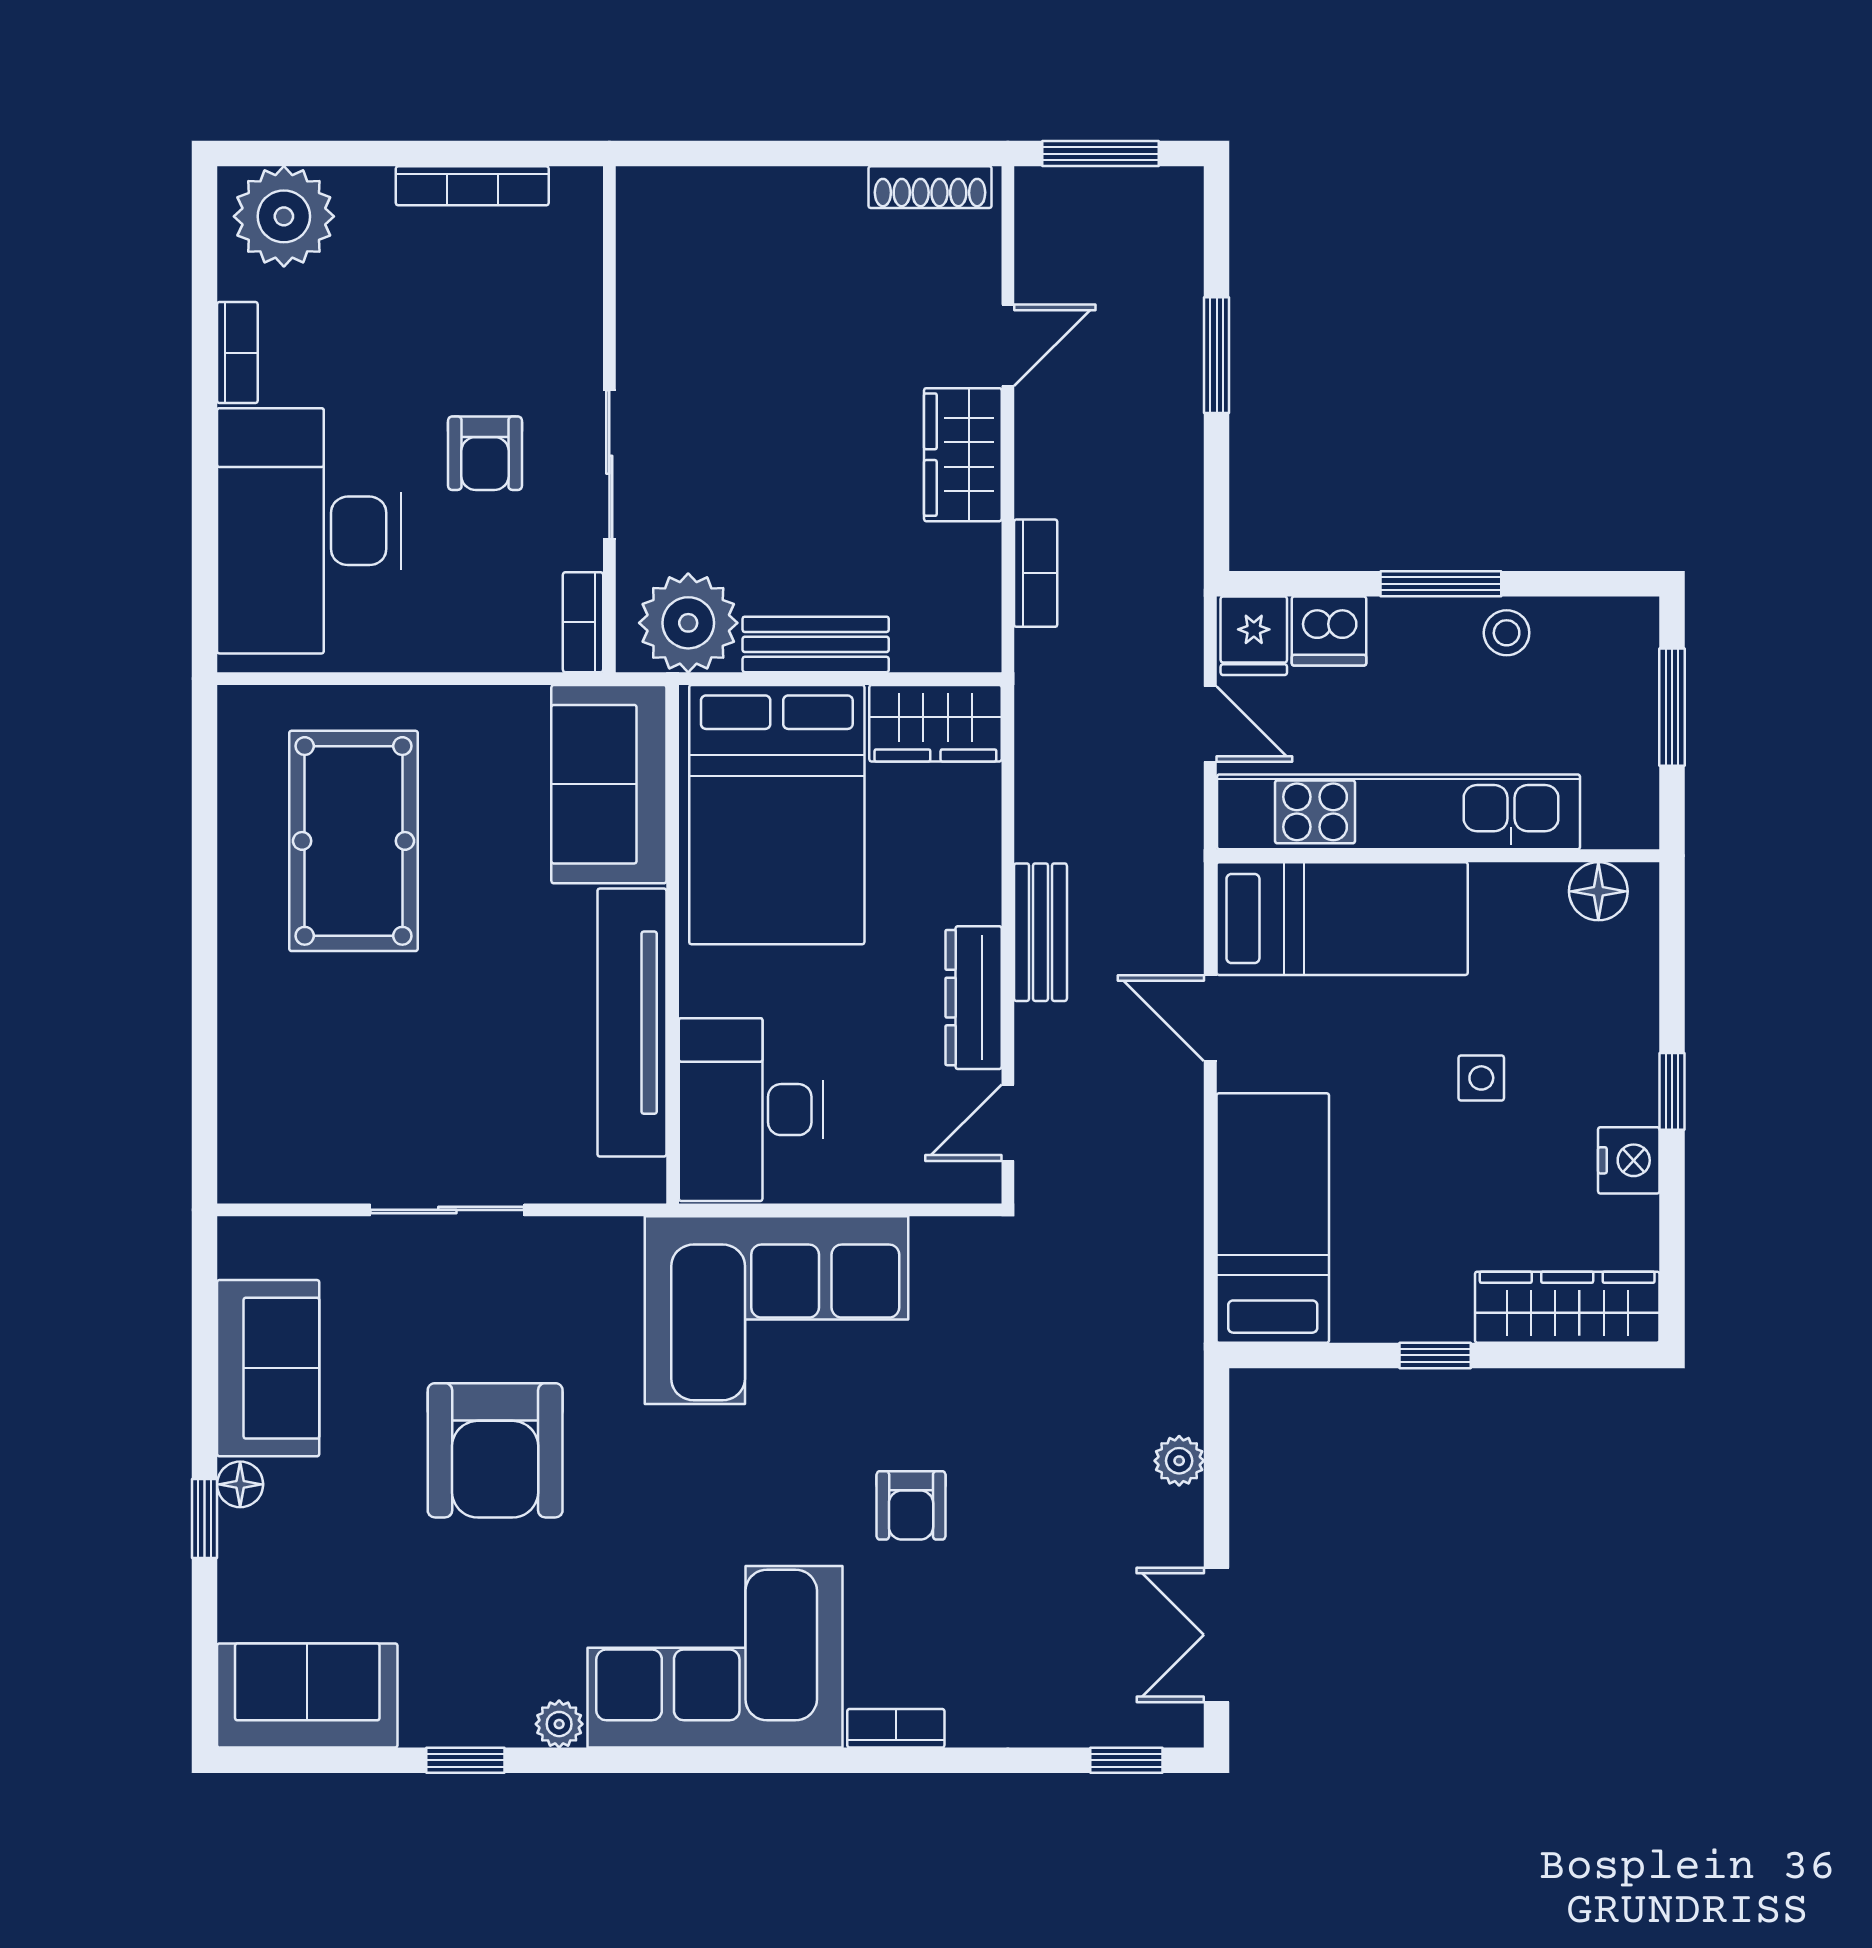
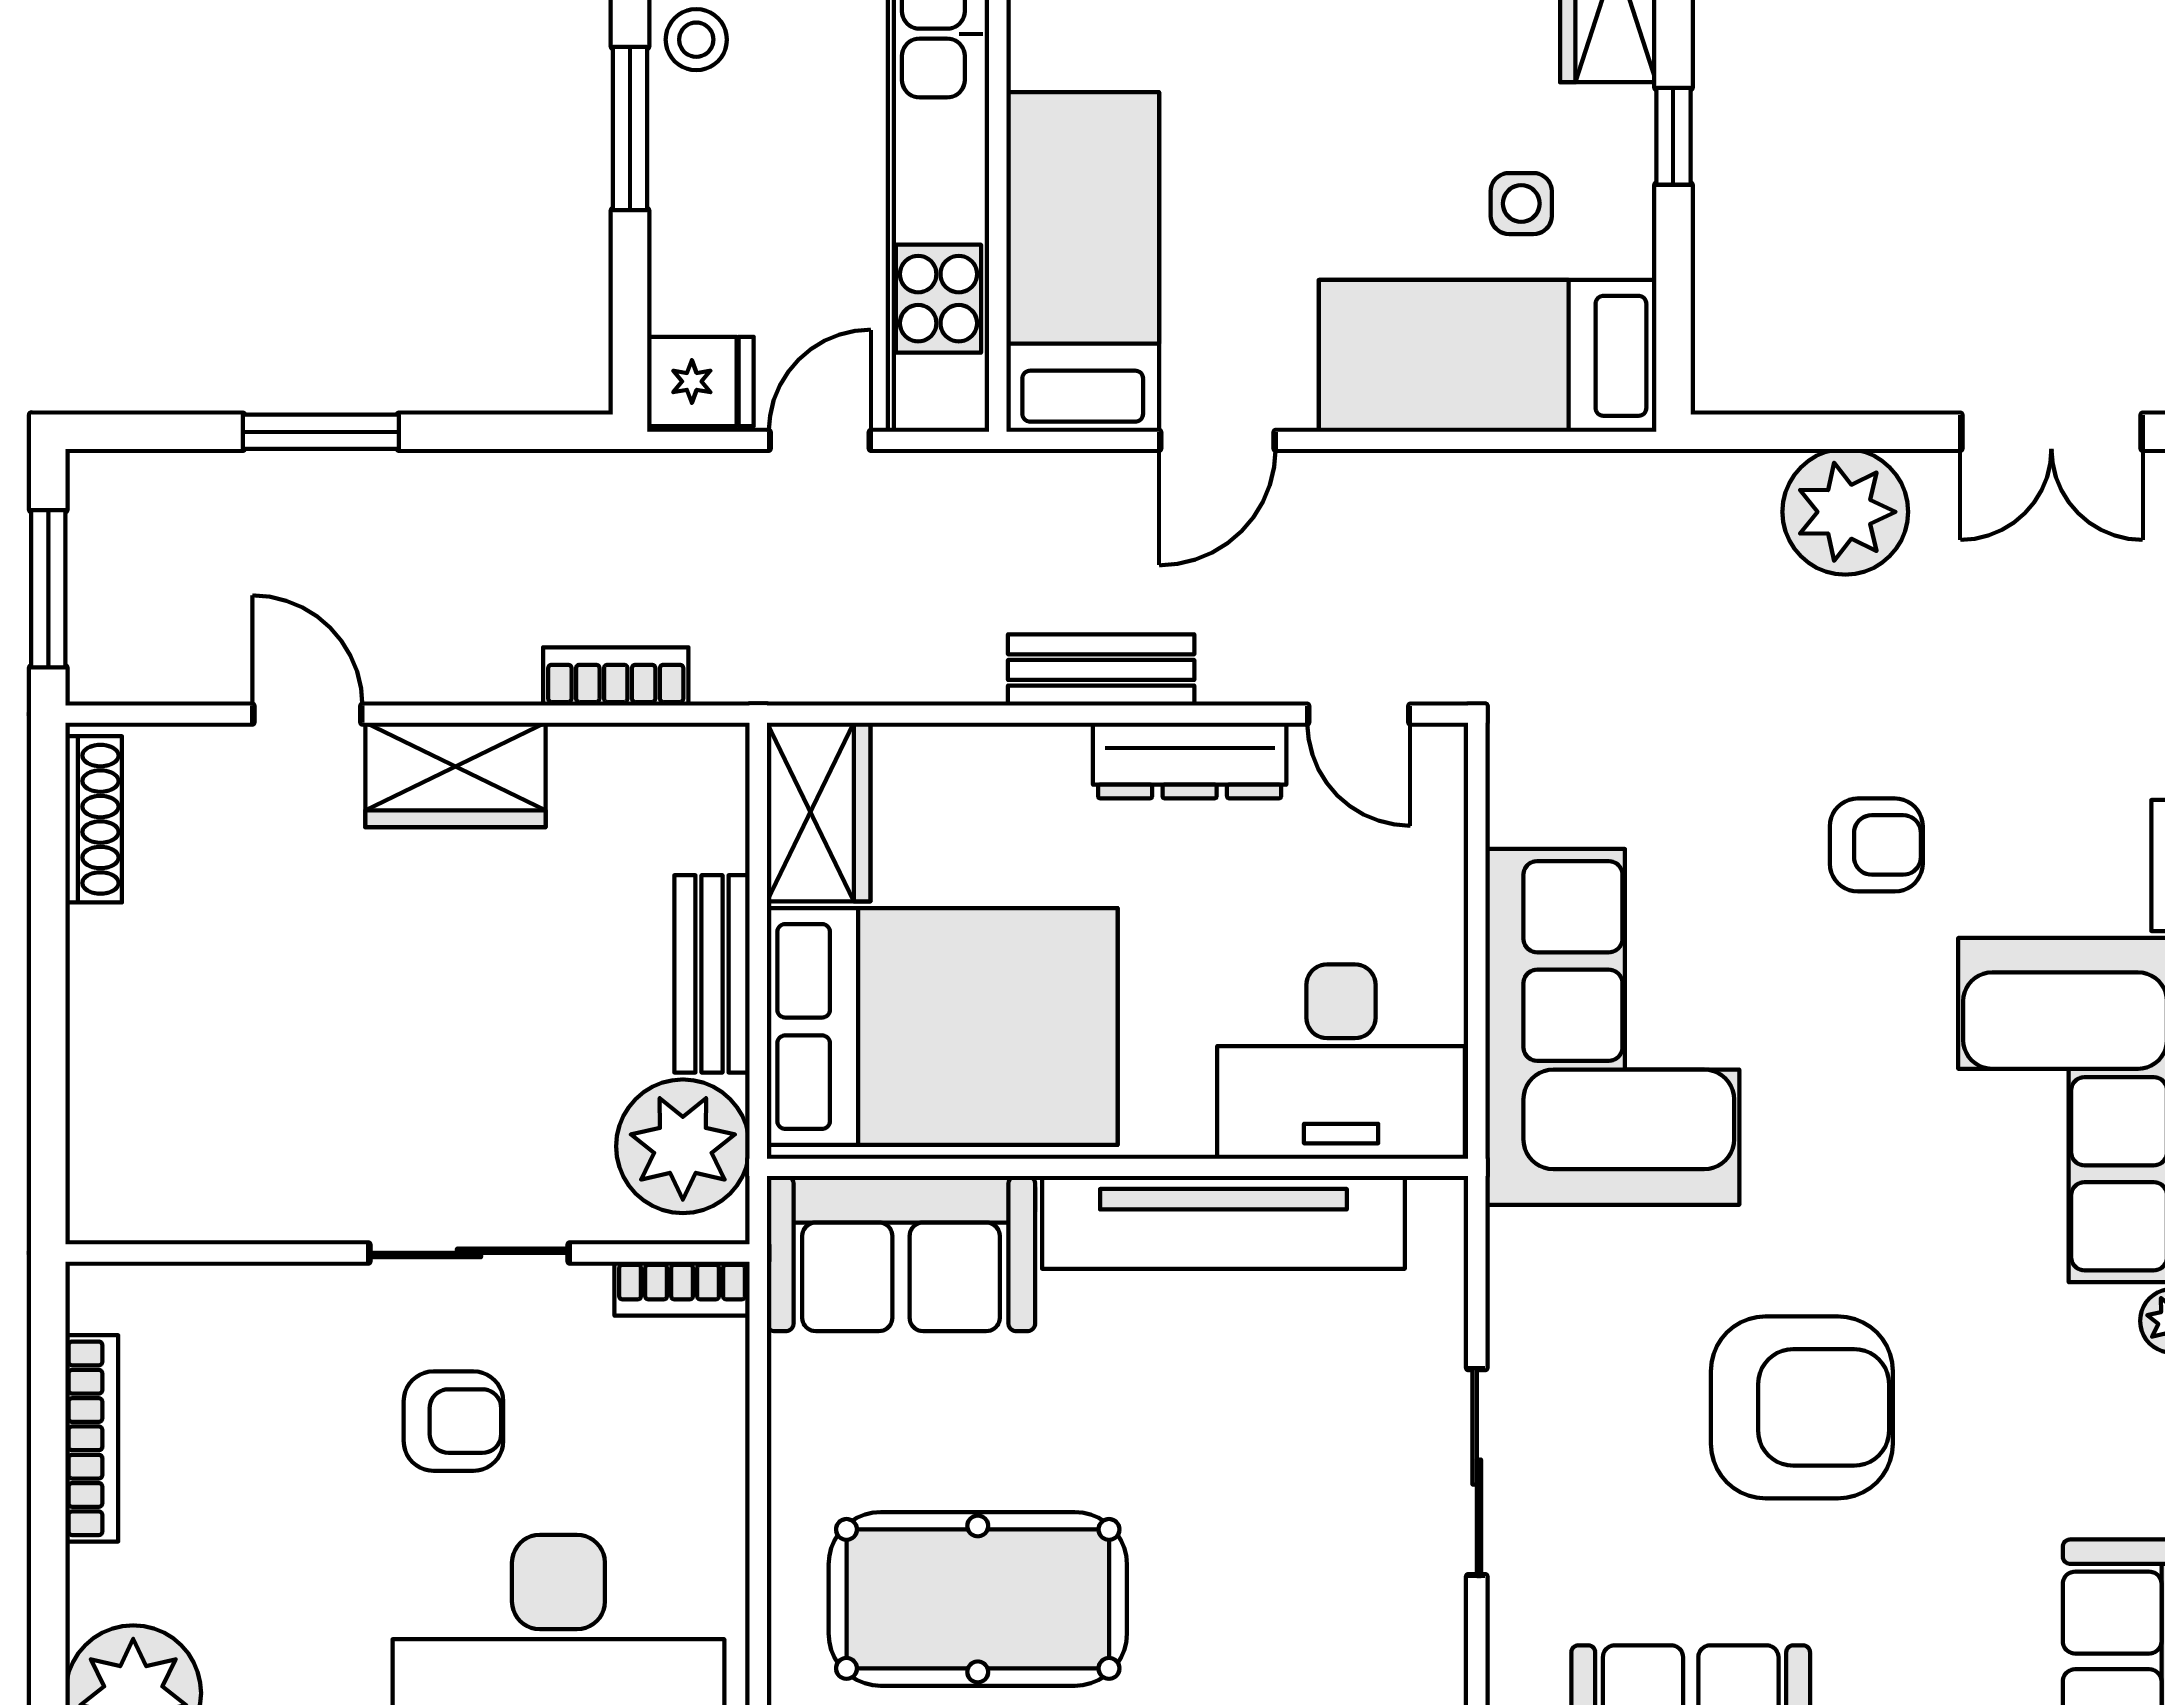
dishwasher: (1329, 631) -> (694, 280), removed
side table: (1481, 1078) -> (1521, 204), moved
plant: (1179, 1461) -> (1845, 512), width x1.87, depth x1.87

